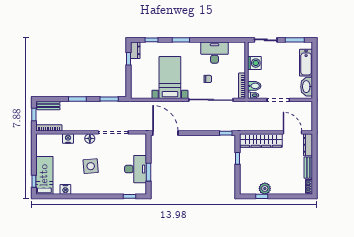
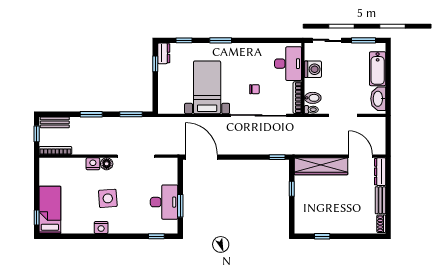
desk: (215, 53) -> (288, 64), moved, turned 90
nightstand: (68, 139) -> (93, 164), moved
nightstand: (65, 189) -> (101, 228), moved
plant: (265, 189) -> (326, 226), removed

